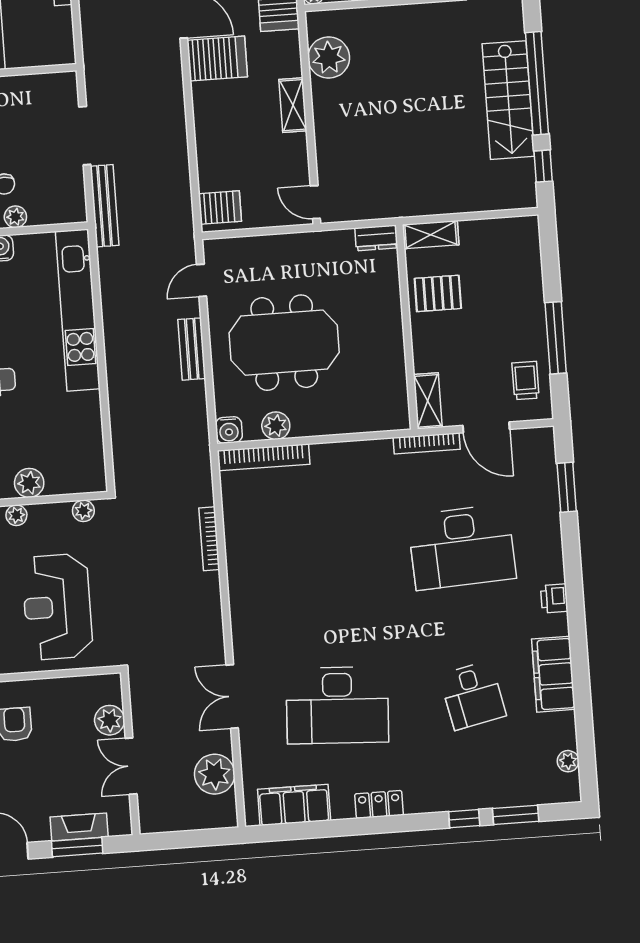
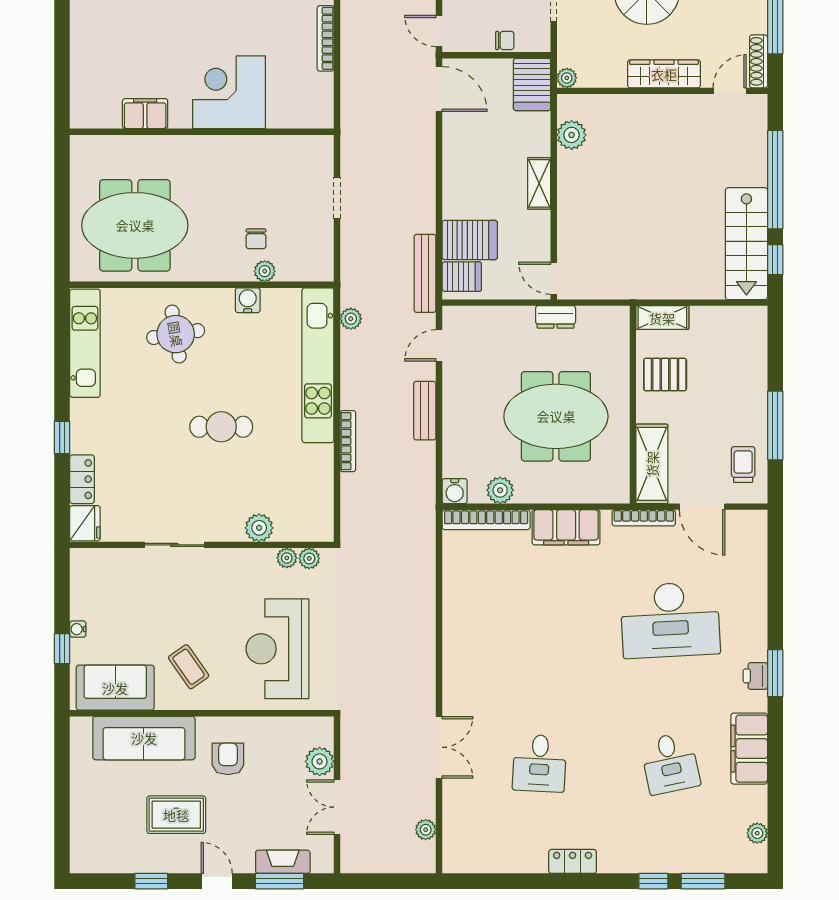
plant: (329, 58) -> (572, 135), width x0.73, depth x0.73
server rack: (217, 59) -> (470, 240), moved
stairs: (508, 100) -> (746, 244), moved
doorway: (85, 136) -> (337, 198), width x0.73
bench: (105, 206) -> (425, 273), moved
dresser: (376, 238) -> (556, 317), moved
plant: (108, 259) -> (351, 319), added
meeting table: (284, 343) -> (556, 416), moved
shelving: (428, 401) -> (652, 464), width x1.50, depth x1.33
window: (567, 487) -> (775, 673), moved
plant: (16, 515) -> (287, 558), moved
bookcase: (209, 539) -> (348, 441), moved, turned 180
double door: (232, 696) -> (439, 747), swing flipped
desk: (337, 705) -> (539, 763), width x0.53, depth x0.77
plant: (215, 774) -> (426, 830), width x0.53, depth x0.53
filing cabinet: (294, 805) -> (566, 527), moved, turned 180

